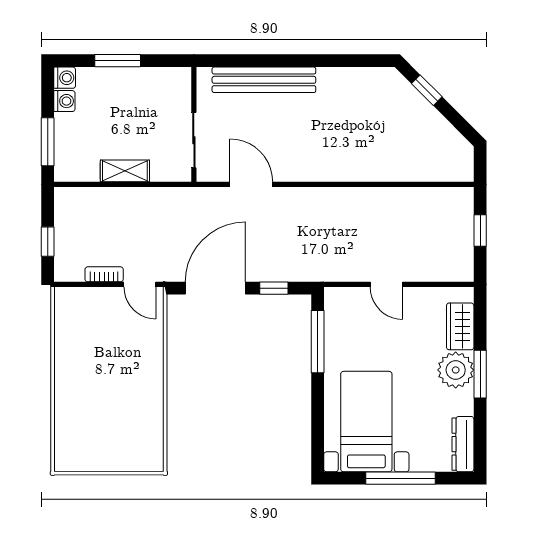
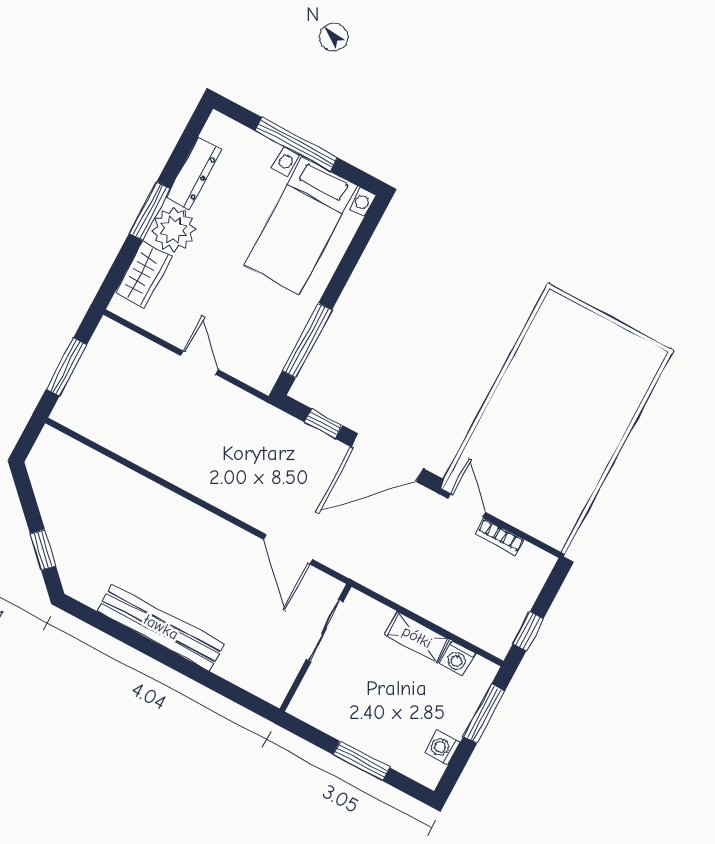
washing machine: (65, 78) -> (458, 658), moved, turned -90
bench: (264, 80) -> (161, 627), moved
window: (480, 231) -> (66, 367), width x1.50
window: (48, 242) -> (528, 631), moved
dresser: (463, 444) -> (194, 174), moved

